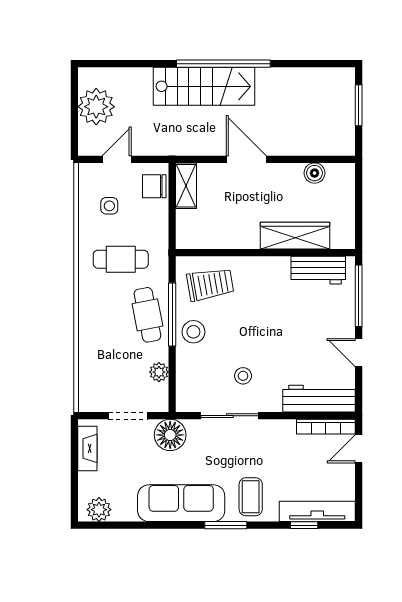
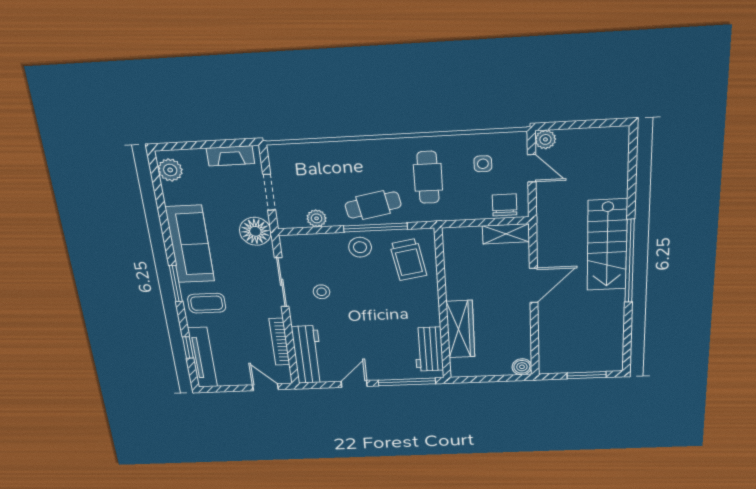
plant: (96, 107) -> (545, 139), moved, width x0.53, depth x0.53
boiler: (315, 173) -> (522, 367), moved
bookcase: (326, 427) -> (279, 342), moved

